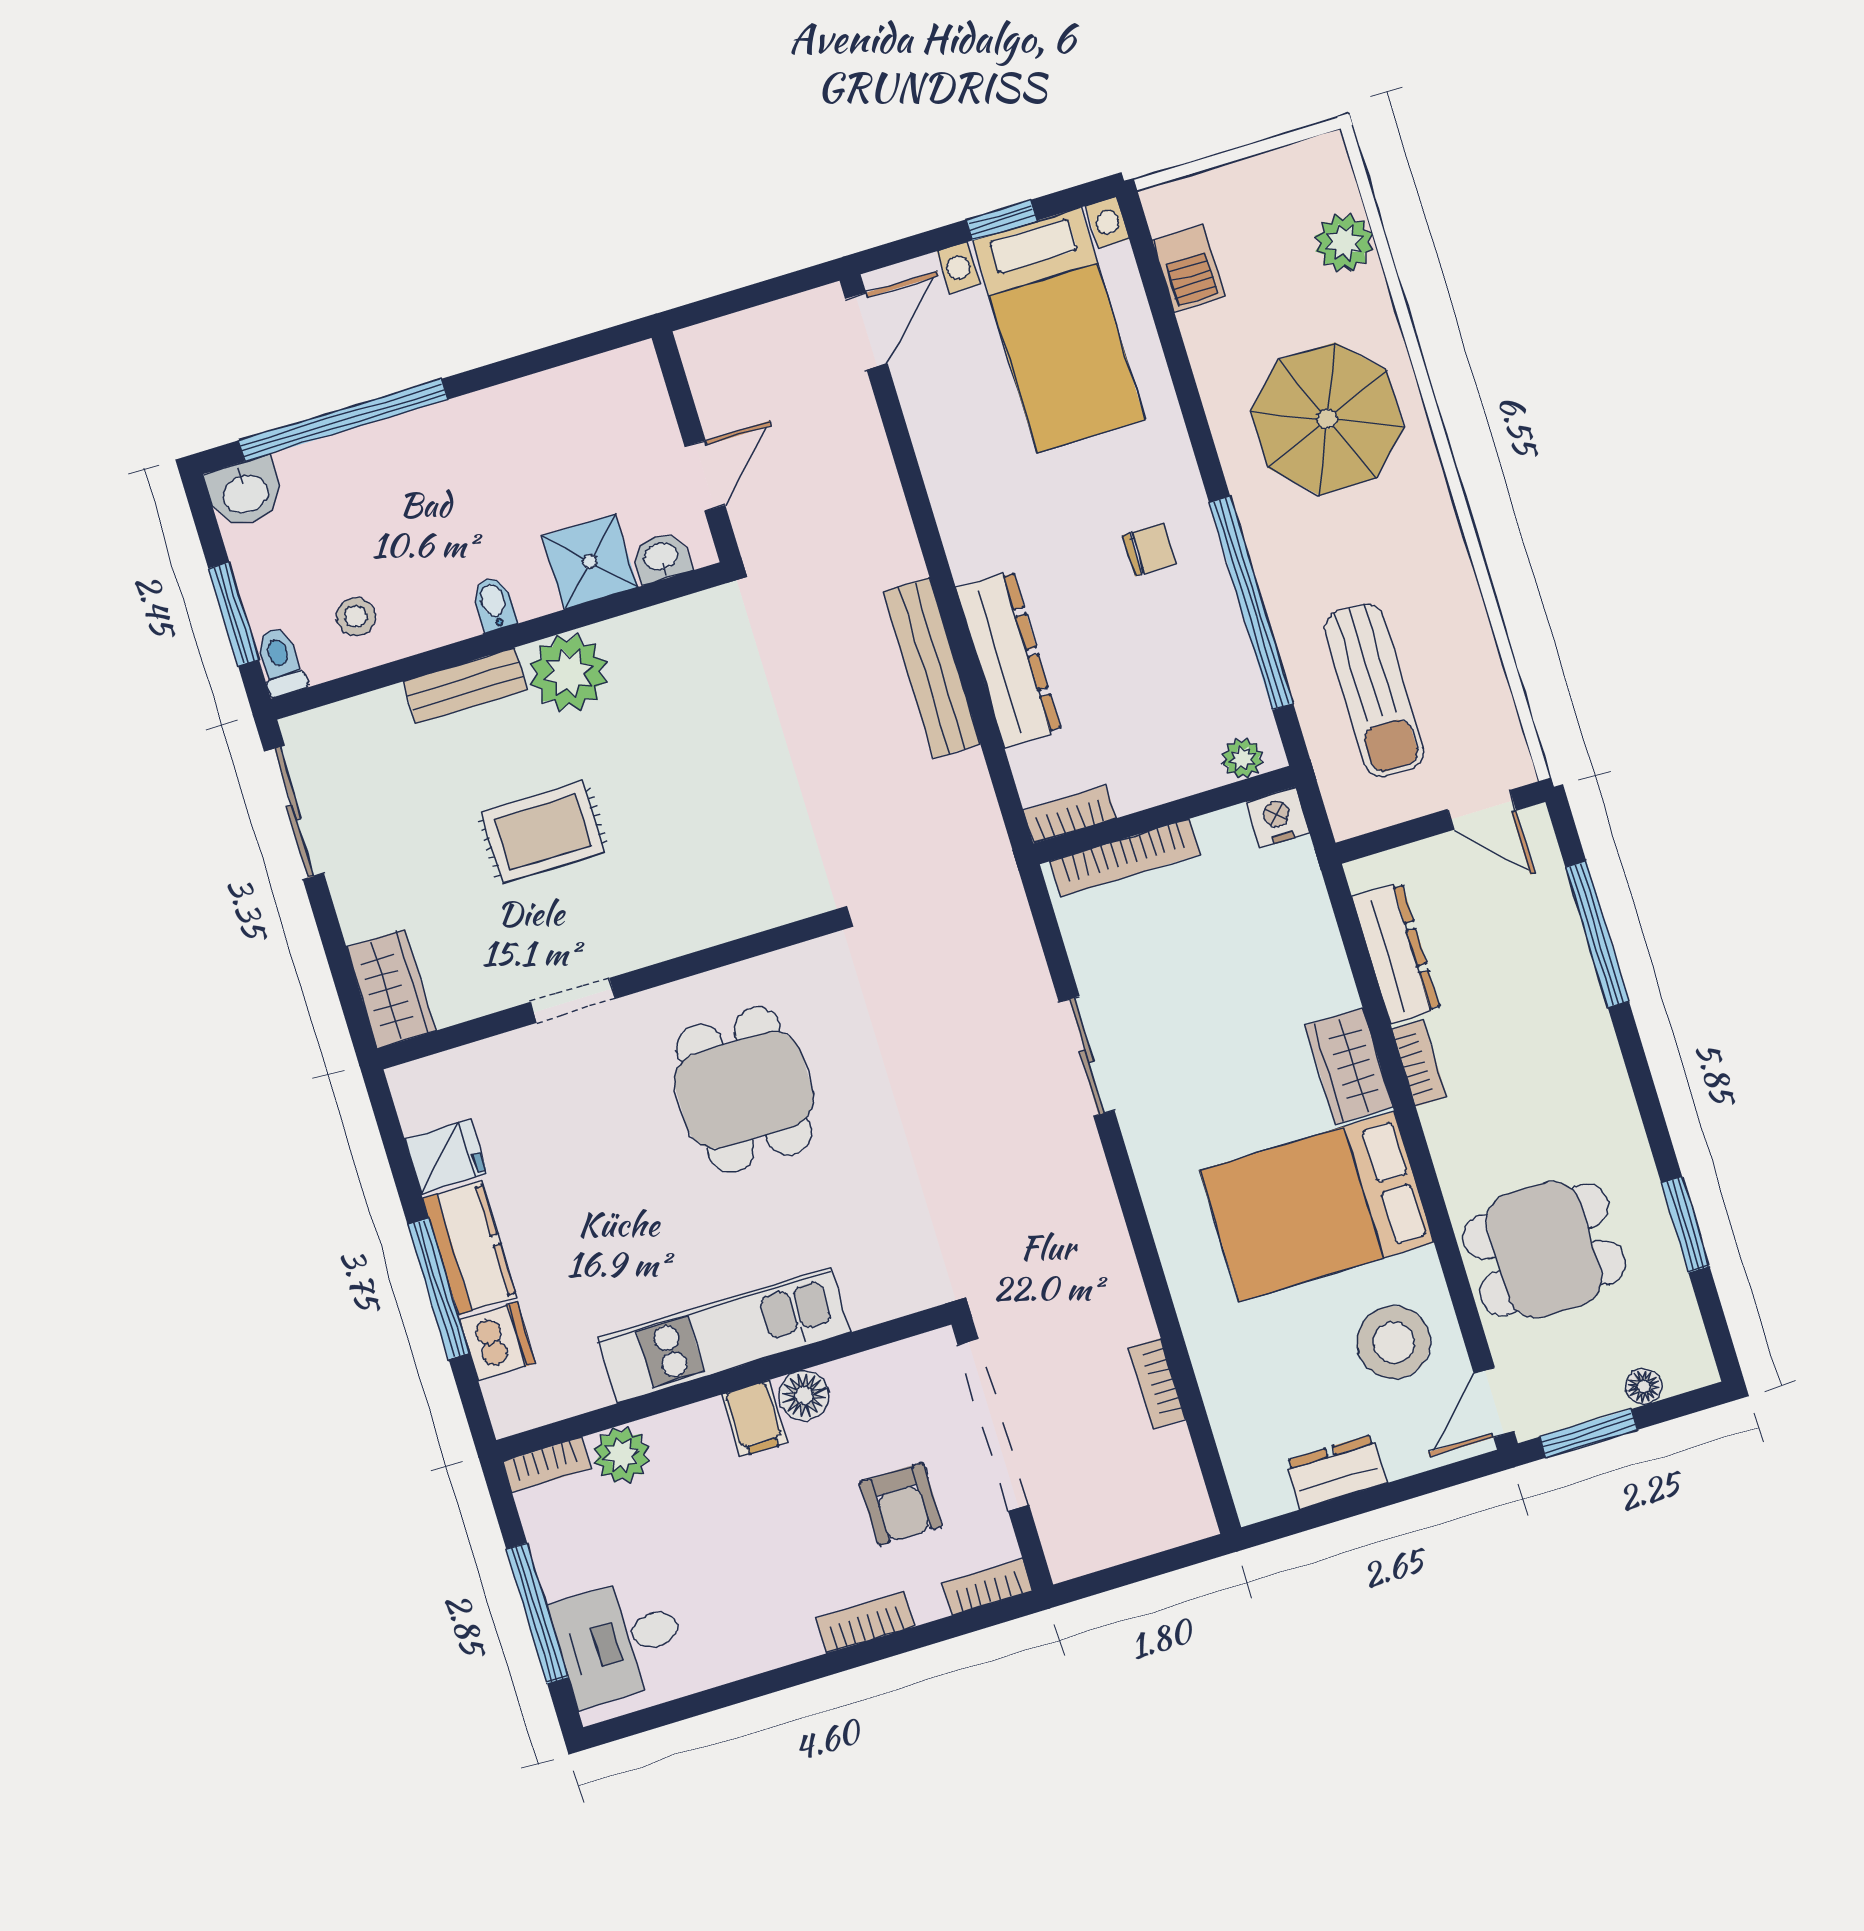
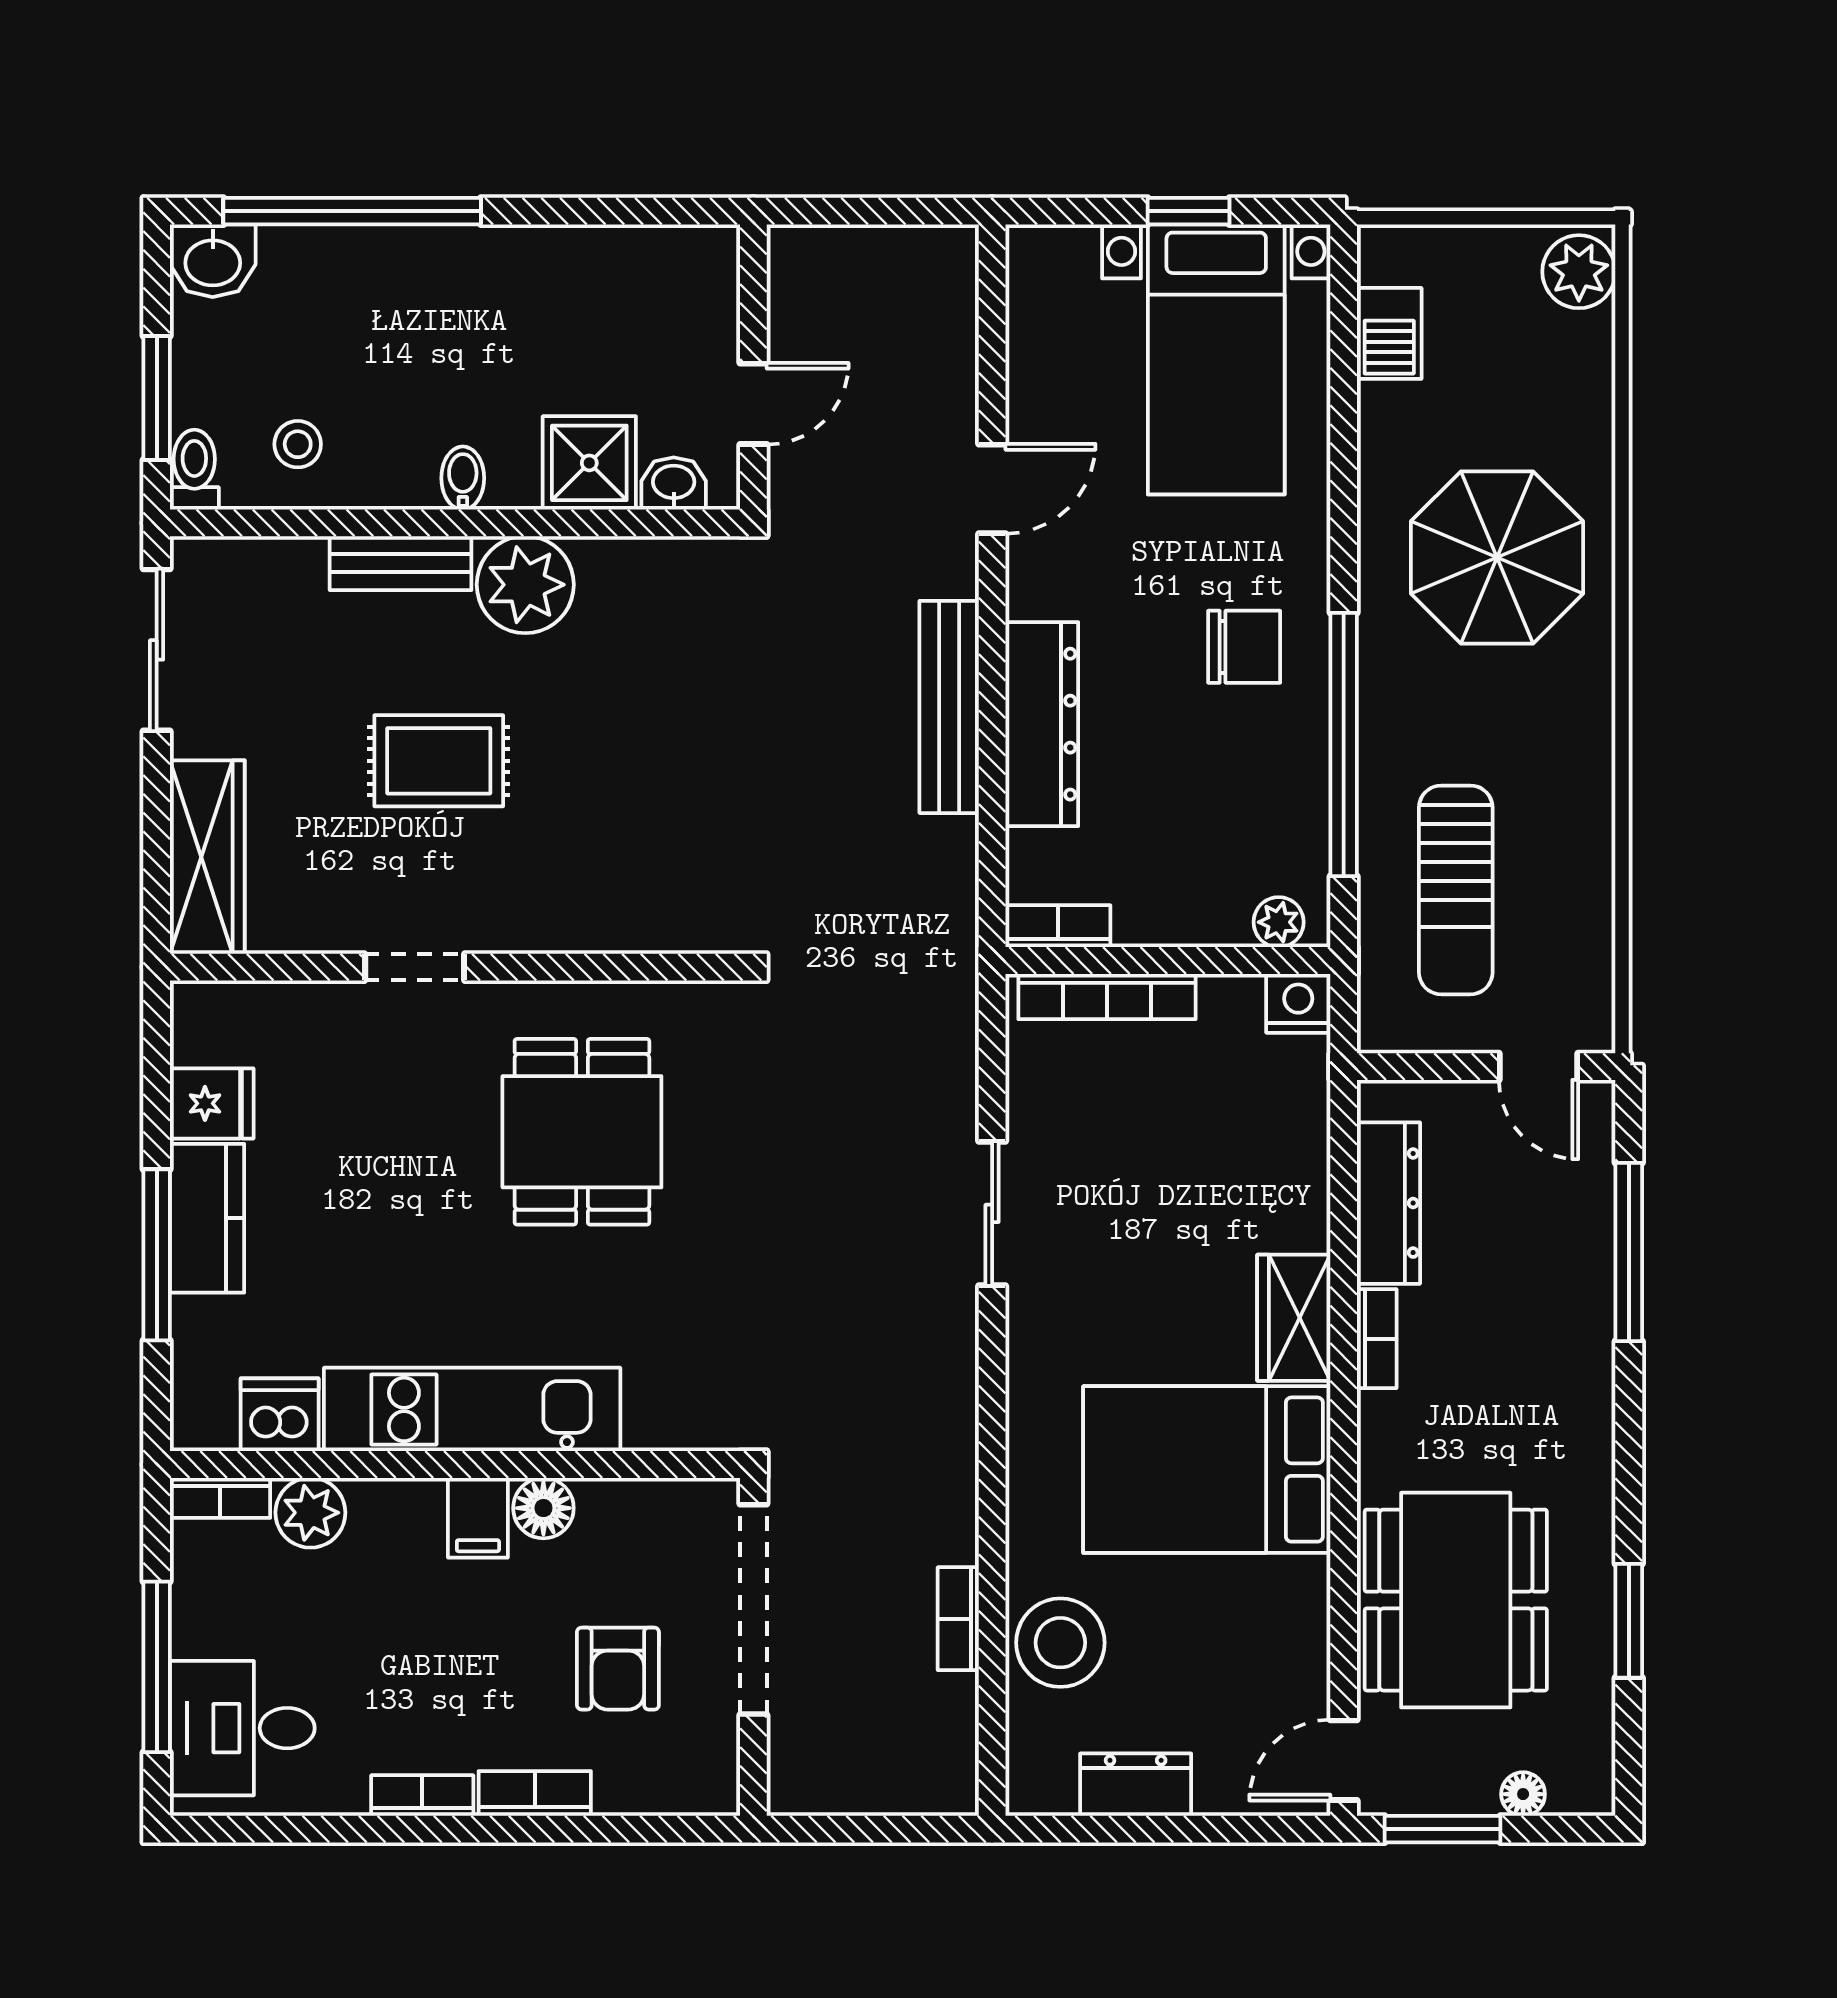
plant: (1344, 243) -> (1579, 272), moved
door: (866, 331) -> (992, 489), moved
chair: (1149, 550) -> (1244, 647), width x1.37, depth x1.37
wardrobe: (391, 989) -> (207, 857), width x1.50
dining table: (1544, 1250) -> (1456, 1600), width x1.38
dishwasher: (497, 1341) -> (280, 1415), moved, turned -90
stool: (1394, 1342) -> (1060, 1643), moved
bookcase: (987, 1587) -> (422, 1796), moved

